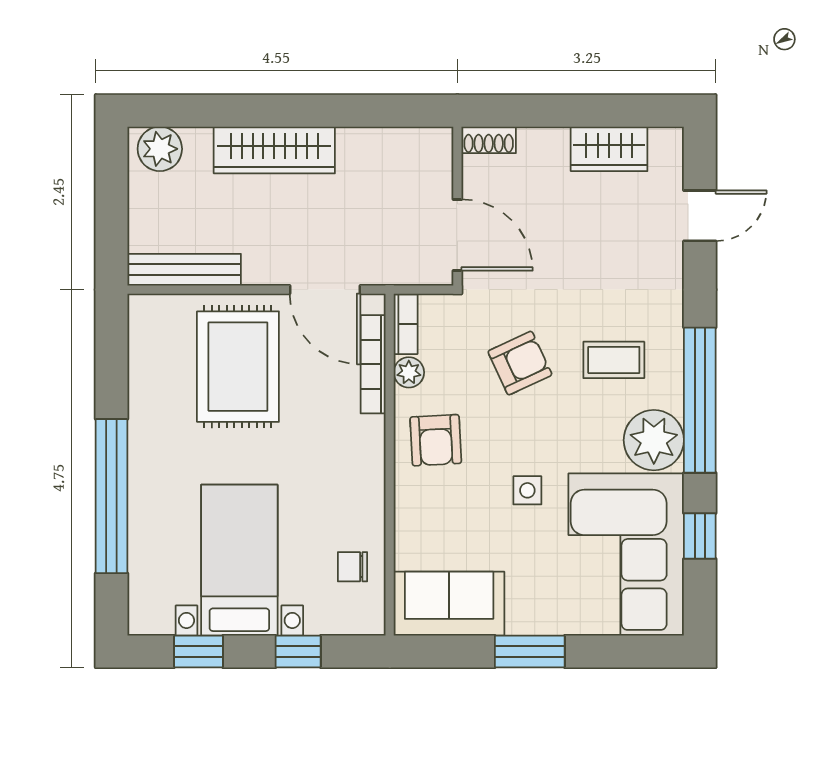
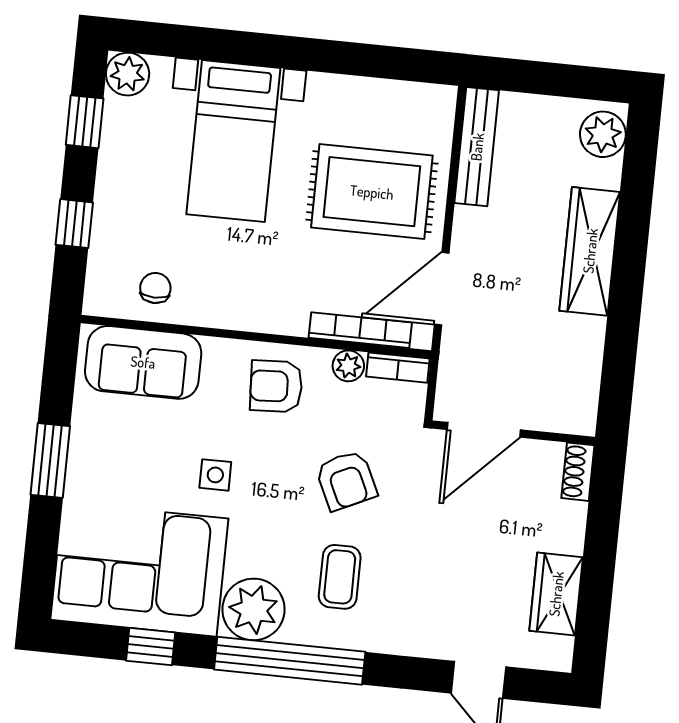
window: (111, 496) -> (253, 49), removed
bed with nightstands: (239, 560) -> (233, 141), moved, turned 90
sofa: (449, 604) -> (143, 362), moved, turned 90
plant: (148, 615) -> (128, 74), added

